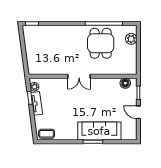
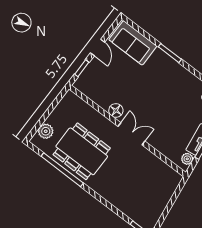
dining table: (101, 43) -> (82, 151), width x1.37
floor lamp: (125, 83) -> (116, 110), moved
sofa: (99, 131) -> (133, 43), moved, width x0.73

